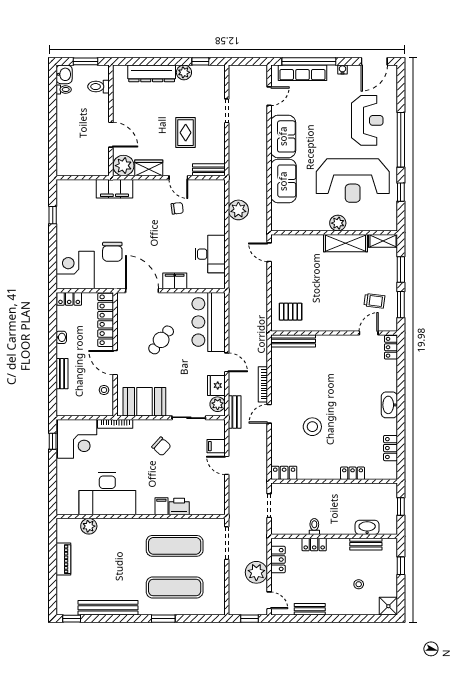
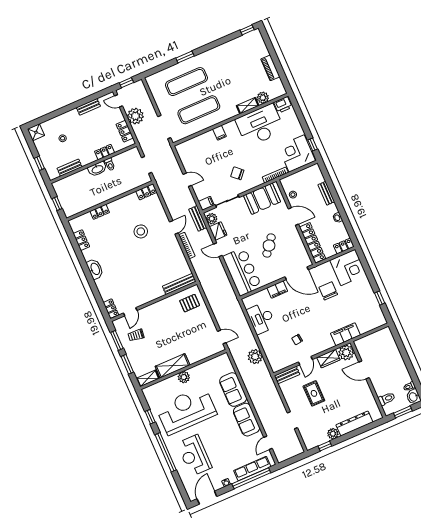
door: (178, 178) -> (305, 361), swing flipped
filing cabinet: (216, 446) -> (206, 203), moved
printer: (179, 507) -> (283, 105), moved
shelving: (112, 525) -> (248, 106), added
washbasin: (367, 527) -> (97, 169), moved
bench: (108, 608) -> (226, 48), removed

